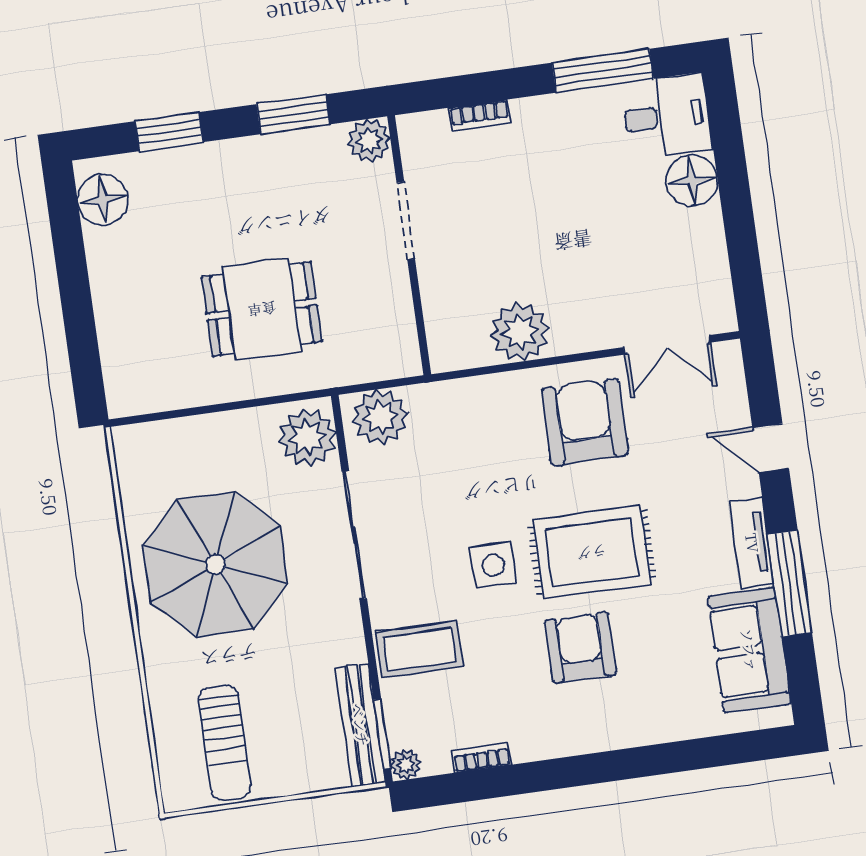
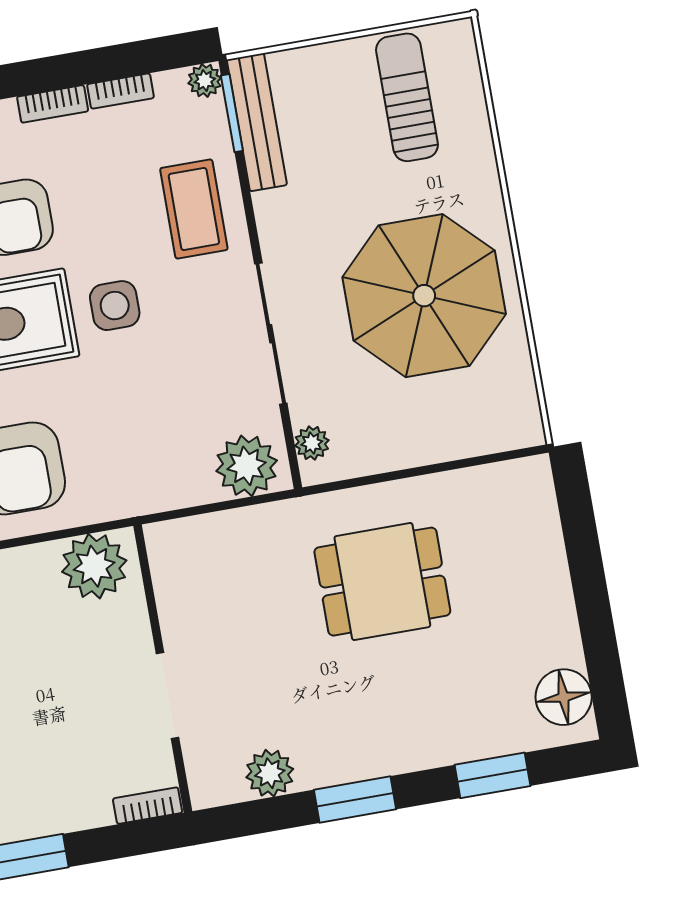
doorway: (406, 221) -> (167, 696), moved
wall: (409, 245) -> (163, 669), moved
plant: (307, 437) -> (312, 443), width x0.53, depth x0.53
coffee table: (419, 649) -> (194, 209), turned 90
bookcase: (543, 748) -> (53, 104), added

